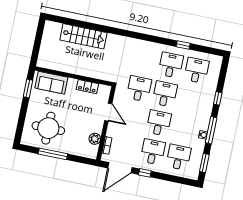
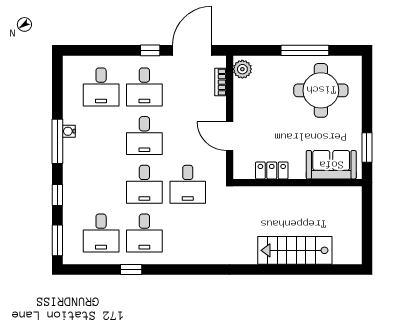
plant: (95, 139) -> (242, 69), moved
window: (204, 163) -> (57, 240), moved

